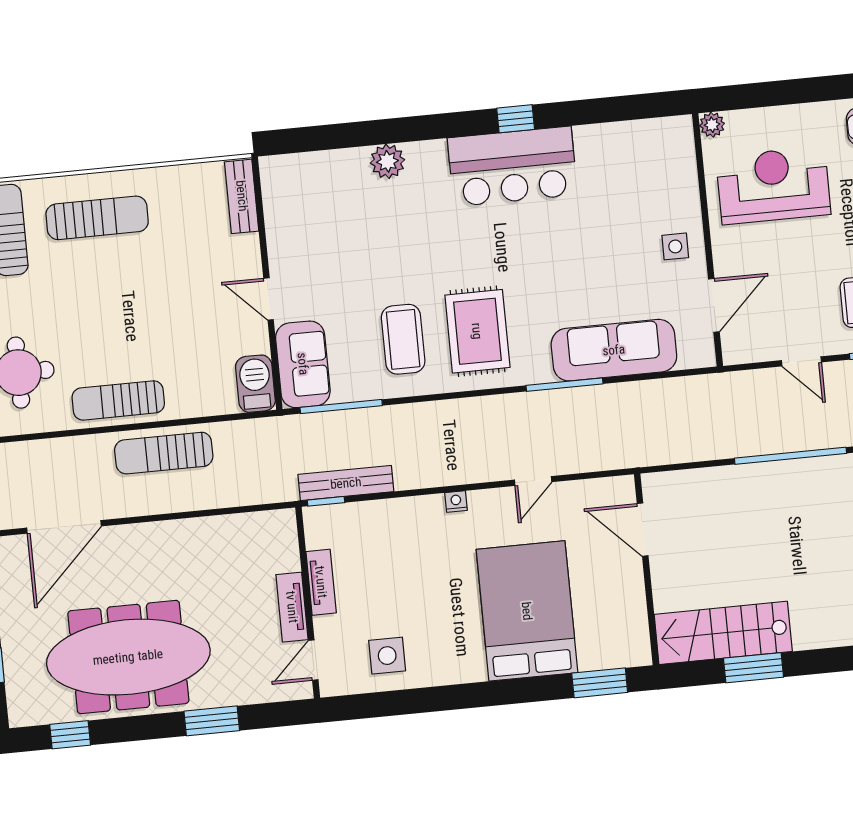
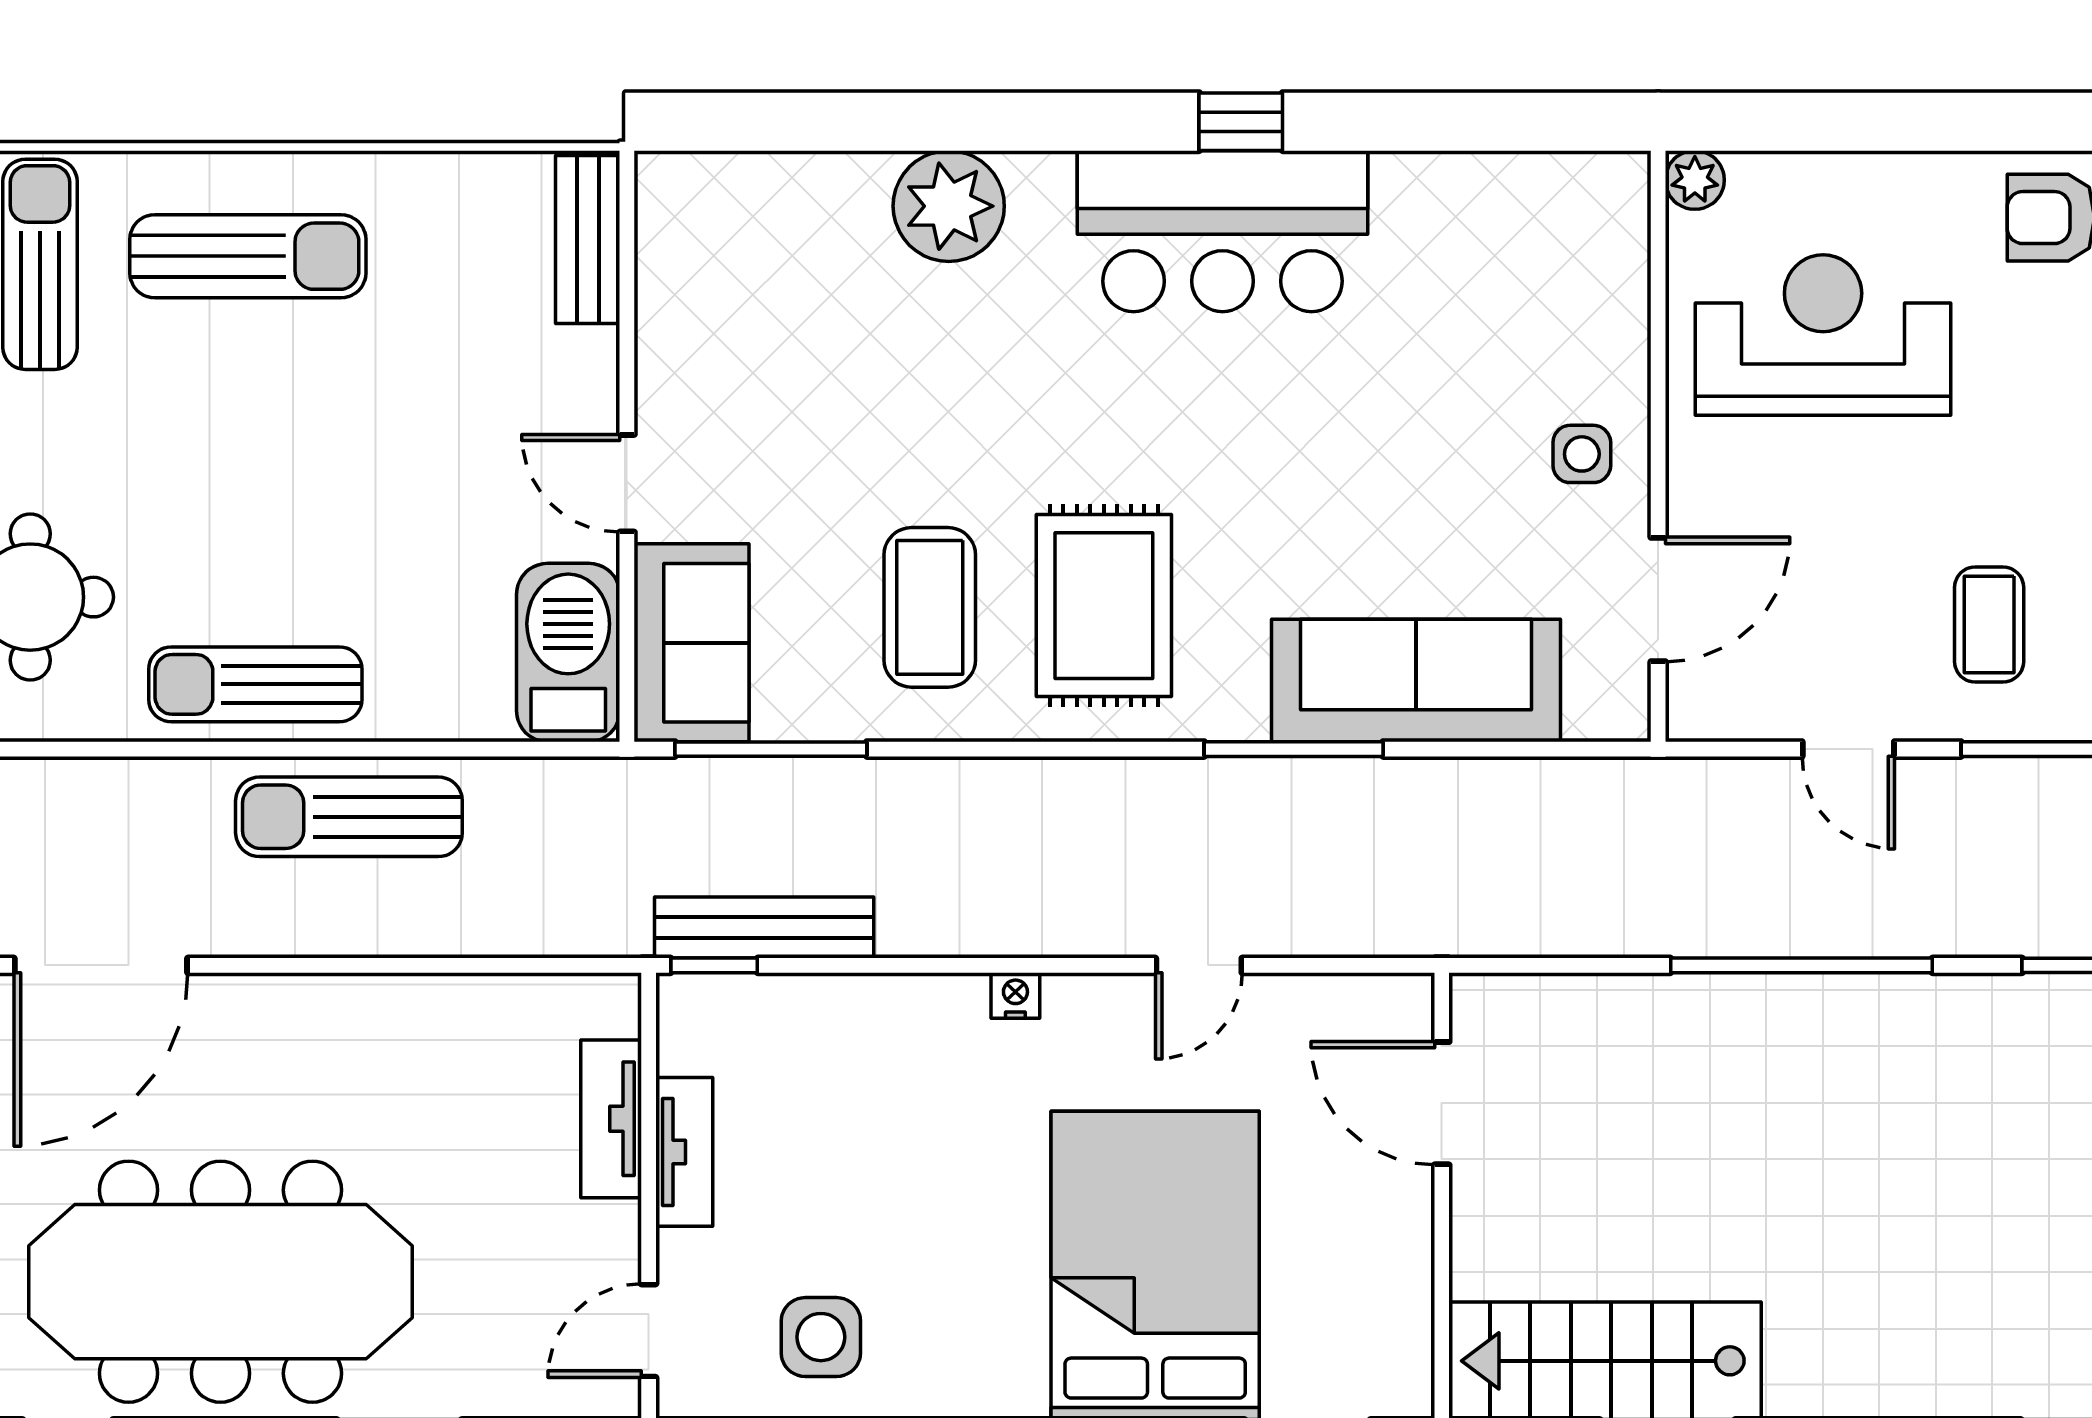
plant: (387, 161) -> (949, 206), width x1.36, depth x1.36
barbecue: (255, 384) -> (568, 653), width x1.37, depth x1.21
tv unit: (292, 607) -> (611, 1119), moved

